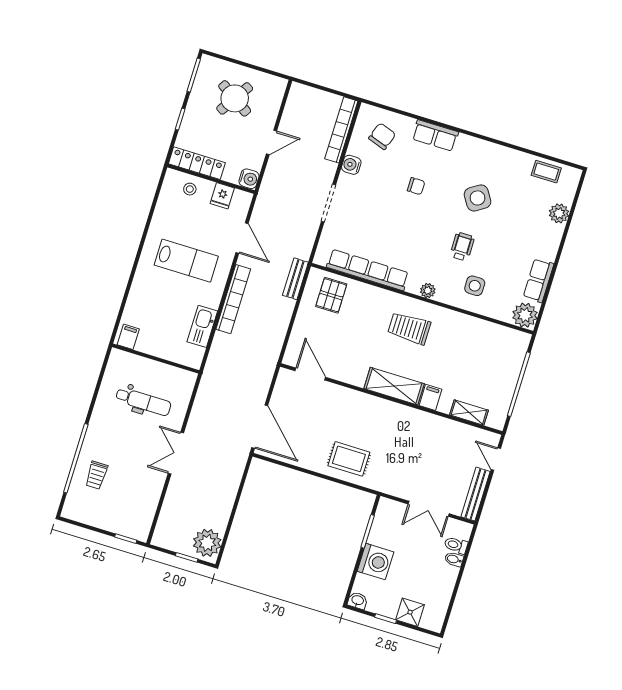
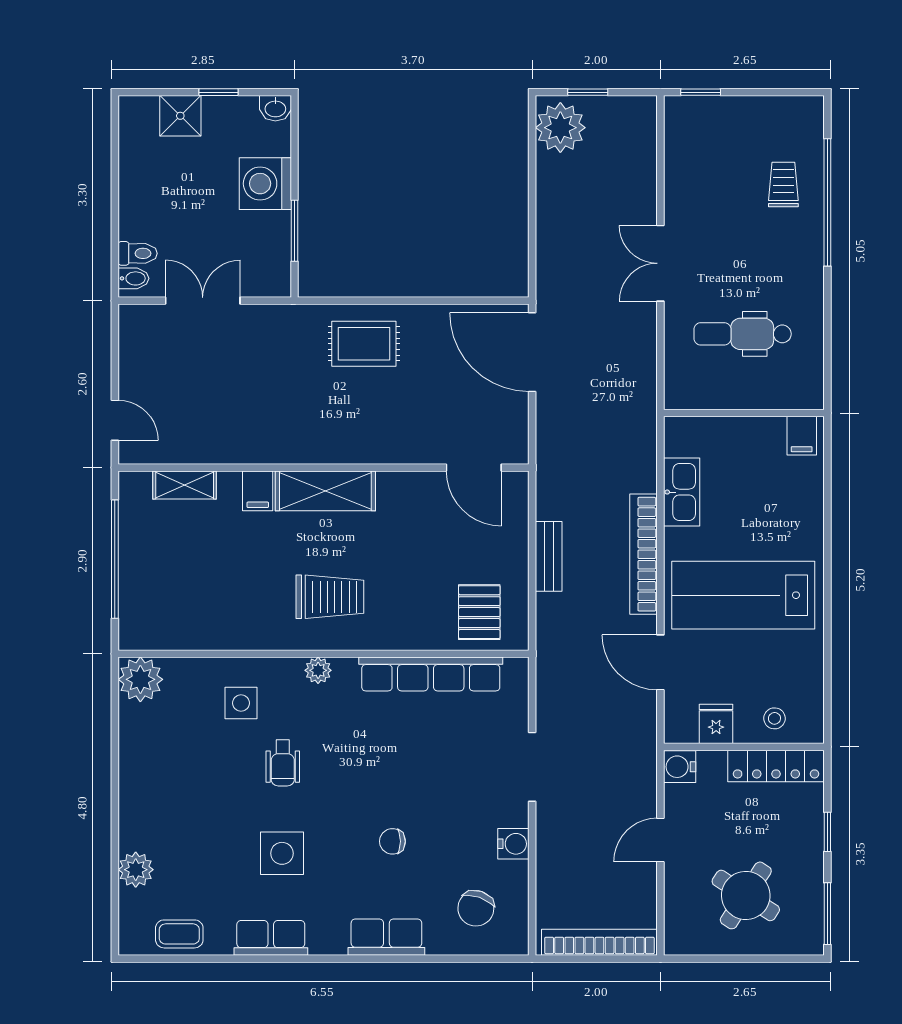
bookcase: (341, 130) -> (599, 942), moved, turned -90
side table: (478, 198) -> (282, 853), turned 33
lab bench: (186, 261) -> (743, 595), width x1.36, depth x1.39
bench: (295, 279) -> (549, 556), moved
row of seats: (539, 280) -> (271, 938), moved, turned -90
double door: (176, 453) -> (660, 263), swing flipped
bench: (475, 494) -> (131, 350), removed
bidet: (454, 559) -> (133, 278), moved

